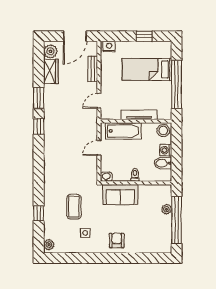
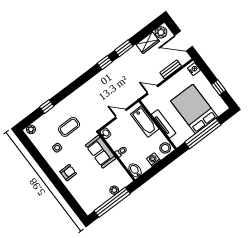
bed: (147, 69) -> (194, 109), width x1.50
bidet: (163, 163) -> (135, 170), moved

